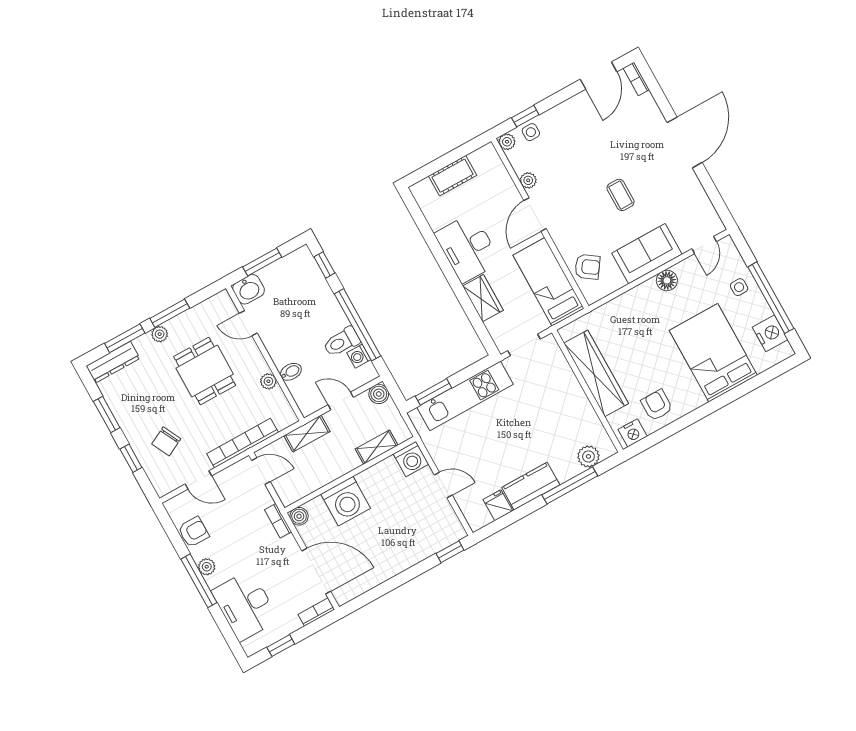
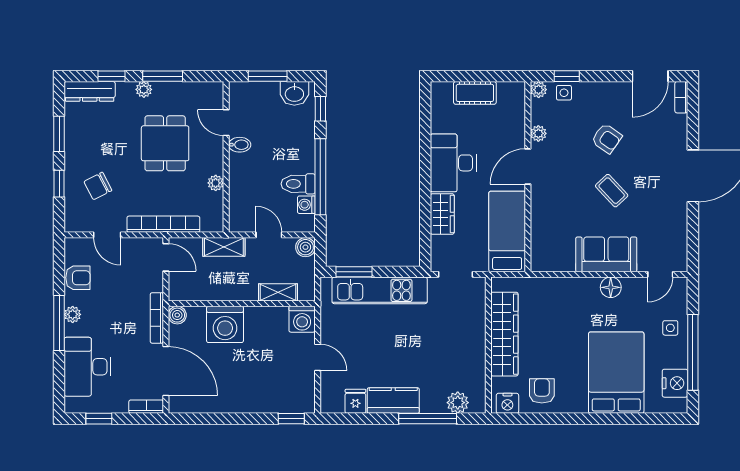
coffee table: (621, 195) -> (612, 191), turned -43
armchair: (587, 267) -> (607, 138), moved
washbasin: (249, 289) -> (294, 93), moved
window: (125, 338) -> (111, 76), width x0.67
bidet: (291, 372) -> (240, 145), moved
bookcase: (278, 521) -> (157, 318), width x1.56

